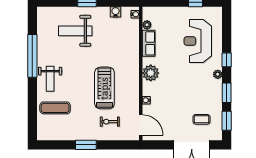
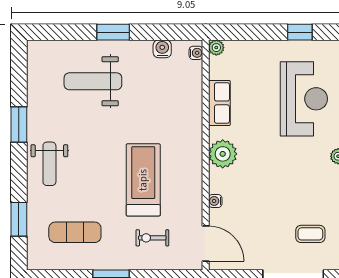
plant: (147, 25) -> (216, 48), moved
reception desk: (198, 41) -> (304, 99), turned 180
window: (32, 56) -> (19, 125), width x0.47
exercise mat: (55, 108) -> (75, 232), moved
window: (32, 111) -> (19, 219), added

